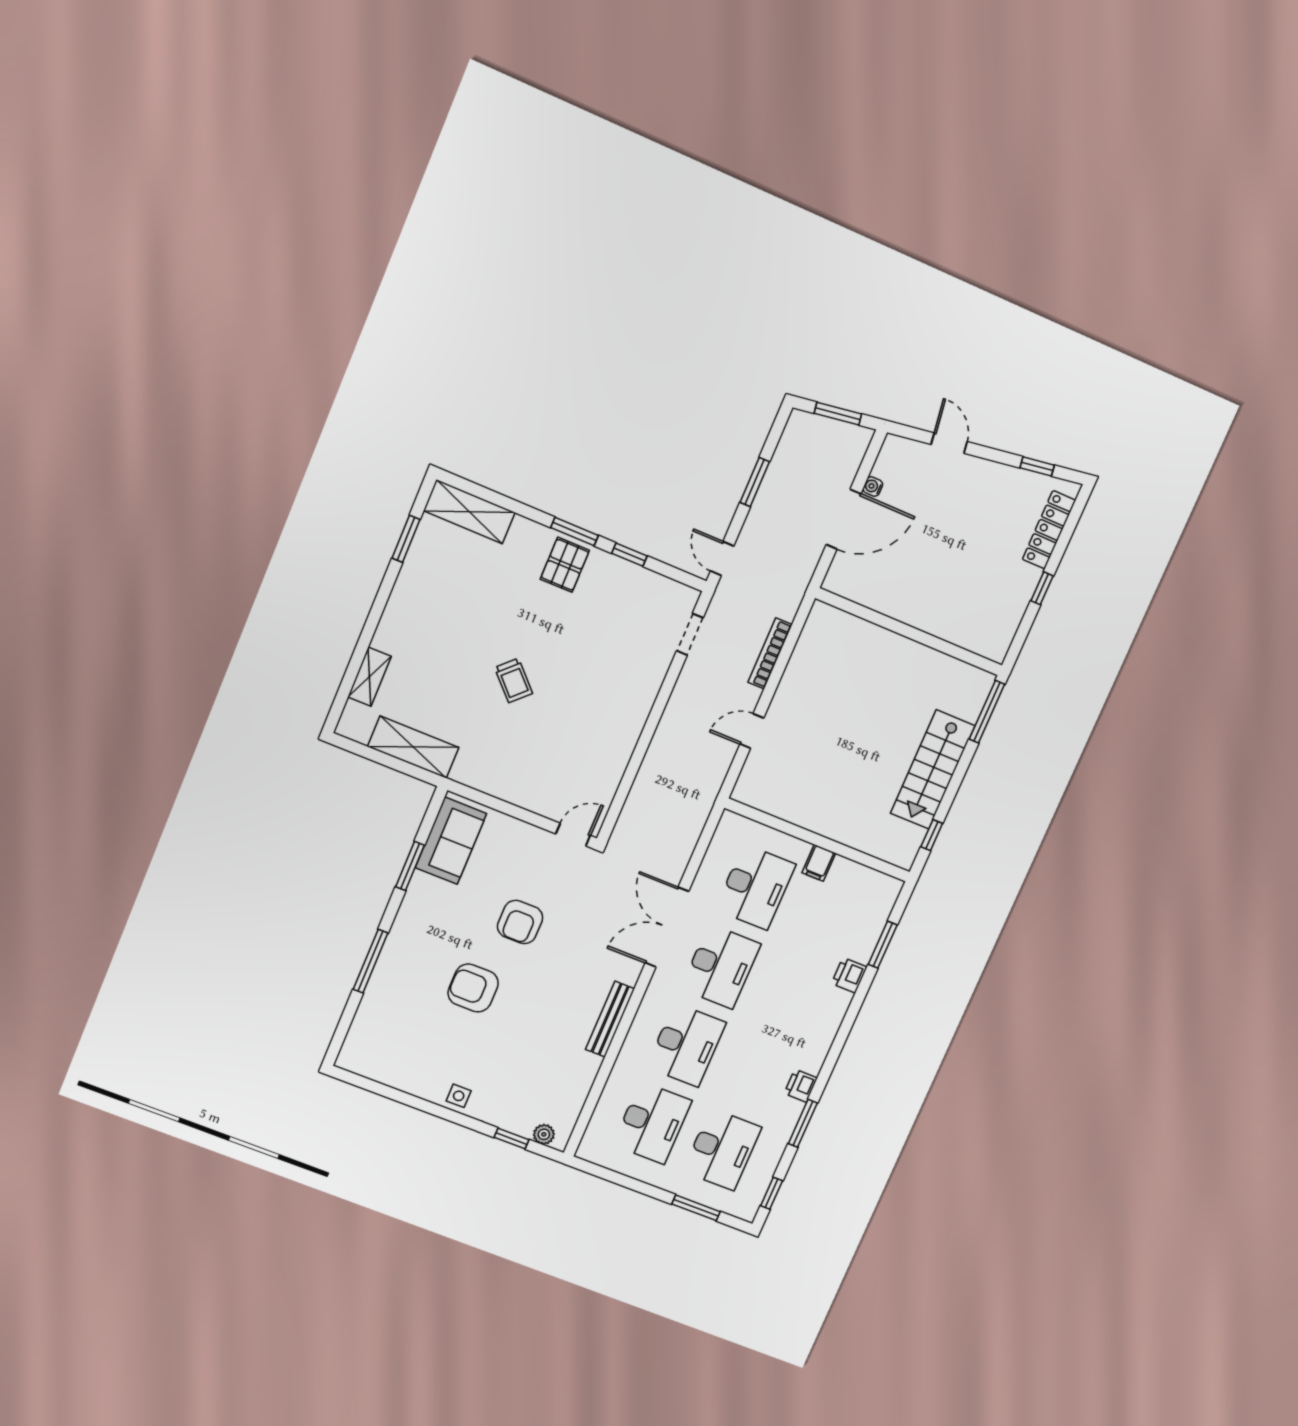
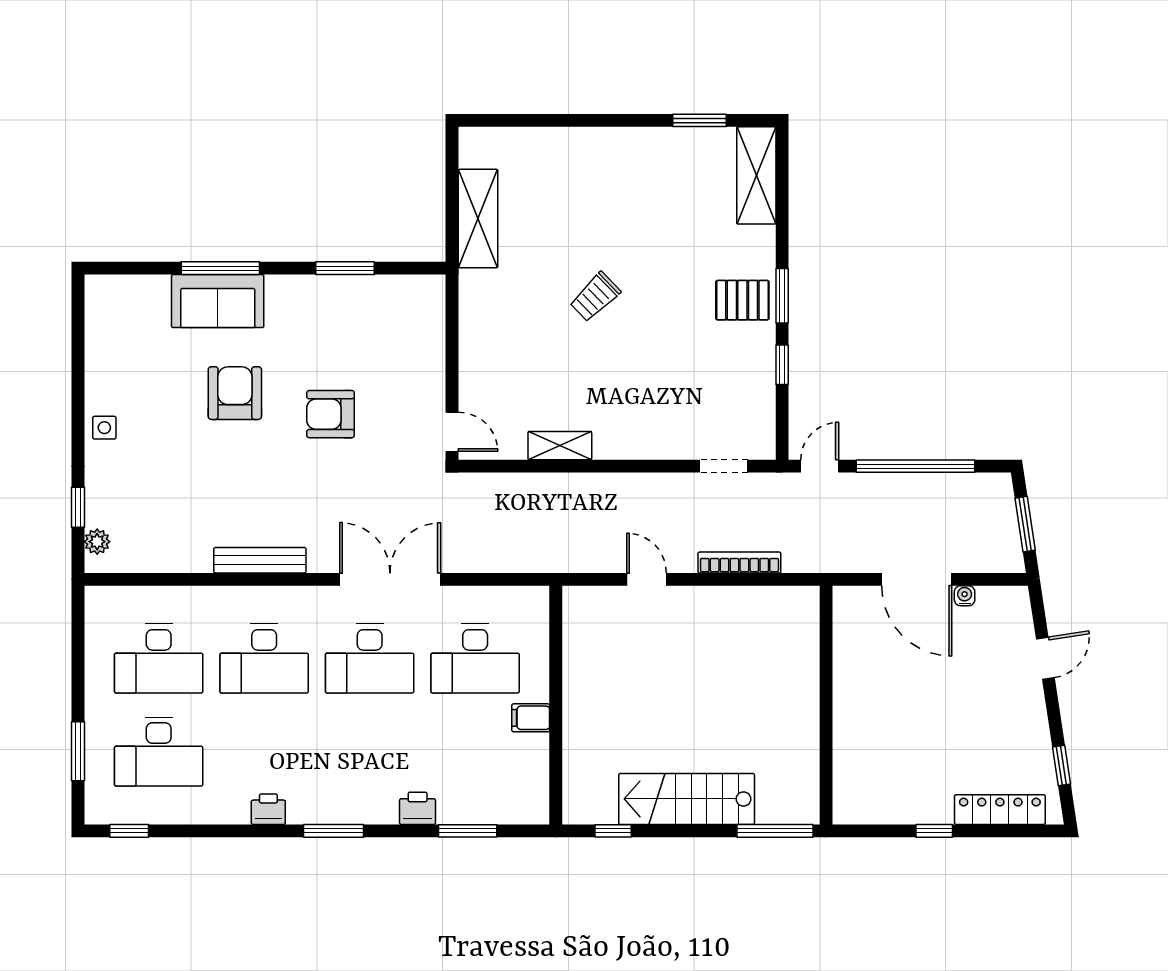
window: (755, 482) -> (916, 466), width x2.11
shelving: (369, 677) -> (560, 446), moved
sofa: (451, 841) -> (218, 301), moved
window: (803, 1123) -> (334, 831), moved

